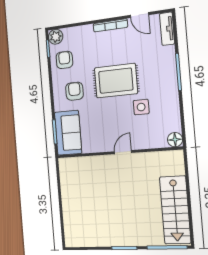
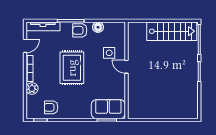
tv unit: (167, 29) -> (43, 26), width x1.41
plant: (56, 37) -> (32, 89), moved
armchair: (74, 91) -> (80, 30), moved
side table: (141, 107) -> (109, 53), moved
floor lamp: (175, 140) -> (98, 27), moved

